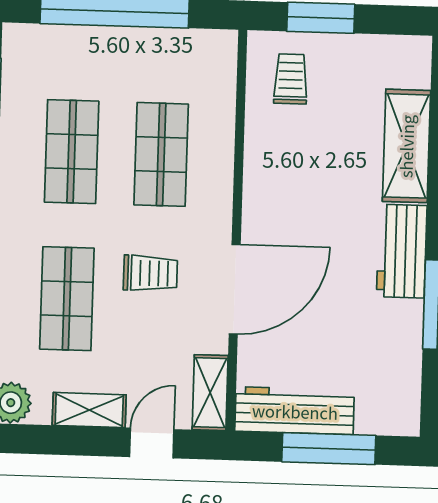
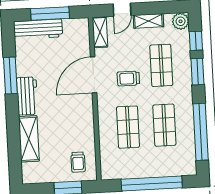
workbench: (295, 411) -> (38, 29), moved

